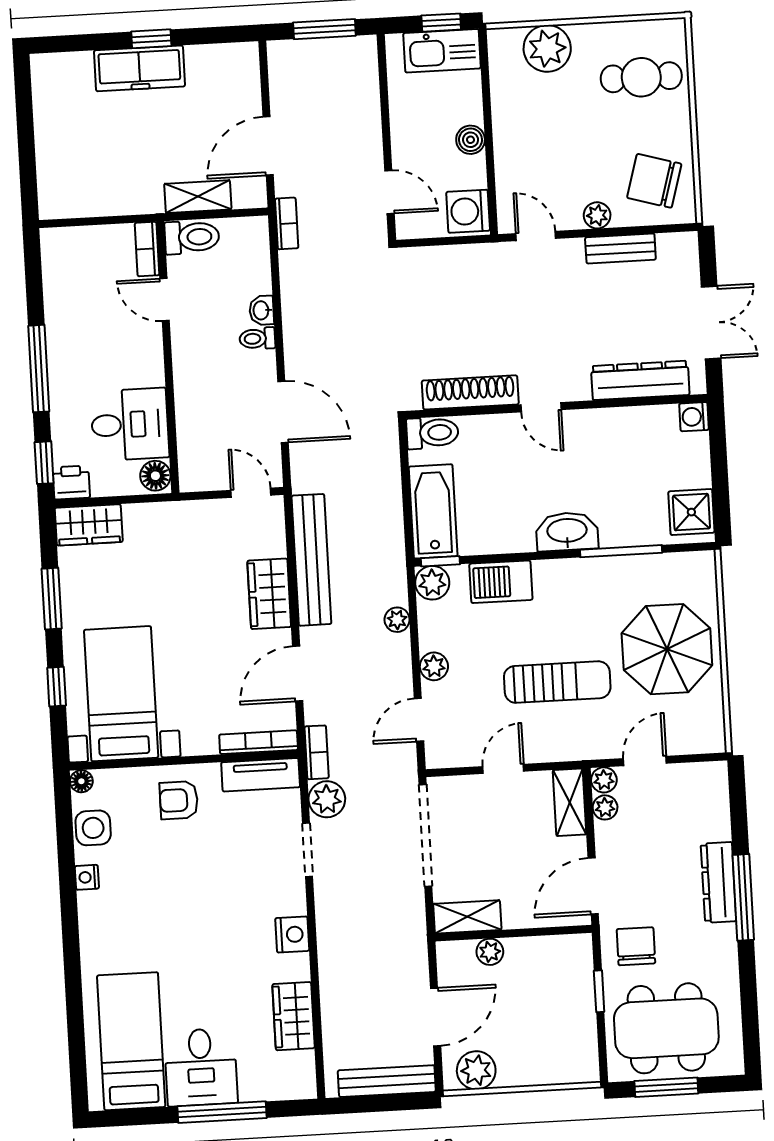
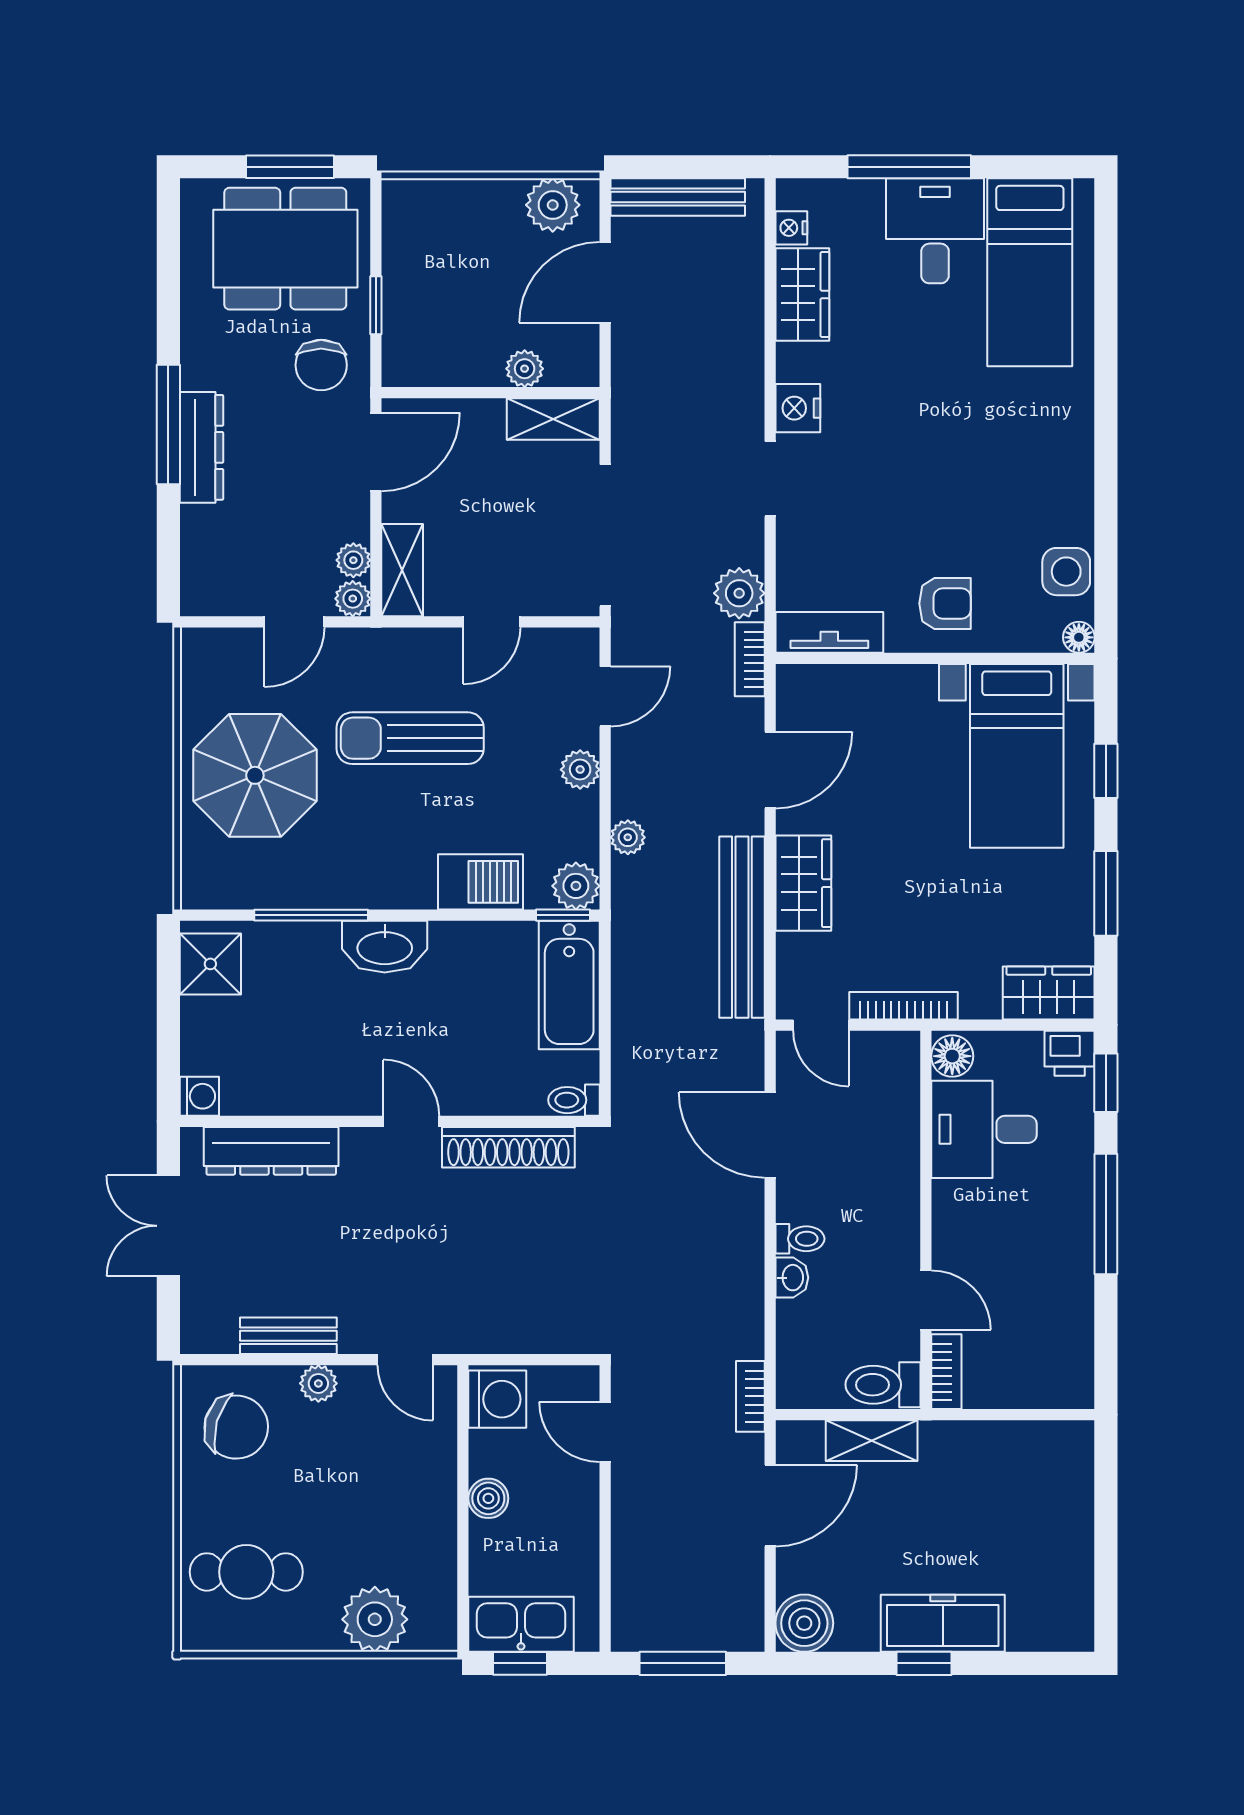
boiler: (239, 63) -> (804, 1623), added
toilet: (432, 433) -> (574, 1100), width x0.73, depth x0.72
bookcase: (259, 742) -> (903, 1006), moved, turned 180
doorway: (307, 850) -> (770, 479), moved
nightstand: (87, 877) -> (791, 228), moved, turned 180

